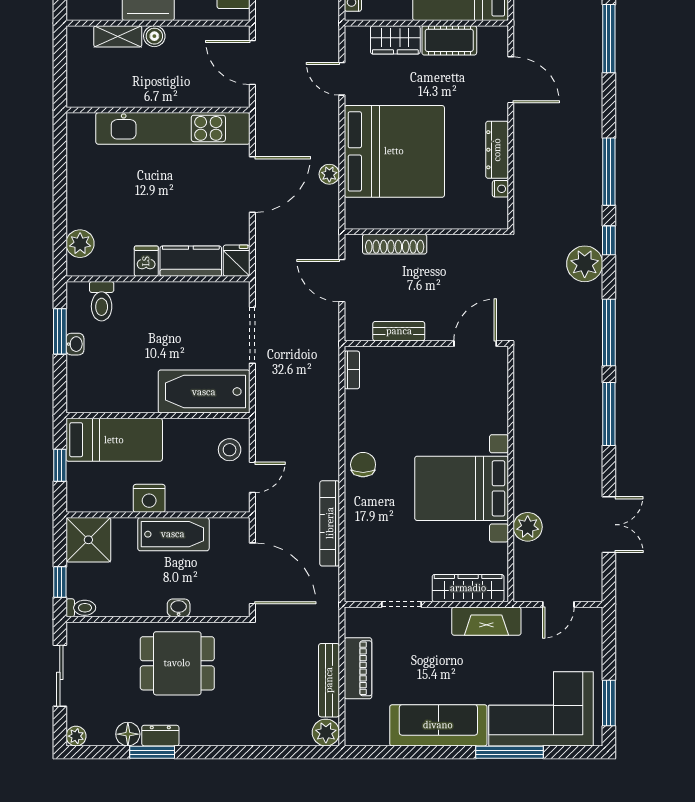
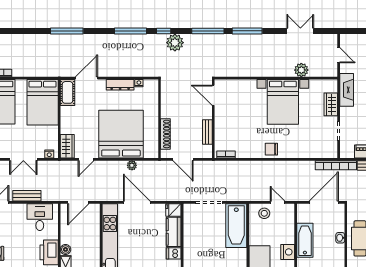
wardrobe: (395, 40) -> (67, 146), moved
cot: (449, 40) -> (68, 92), moved
door: (342, 281) -> (183, 159), hinge flipped
bookcase: (330, 523) -> (336, 165), moved
wardrobe: (468, 588) -> (331, 104), width x0.67

